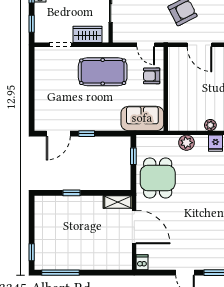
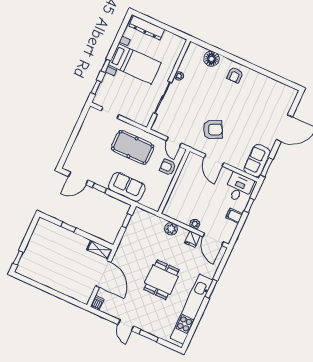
wardrobe: (88, 34) -> (134, 114), removed
sofa: (142, 118) -> (127, 187), moved
dining table: (158, 178) -> (162, 280), moved
window: (61, 273) -> (33, 283), removed

